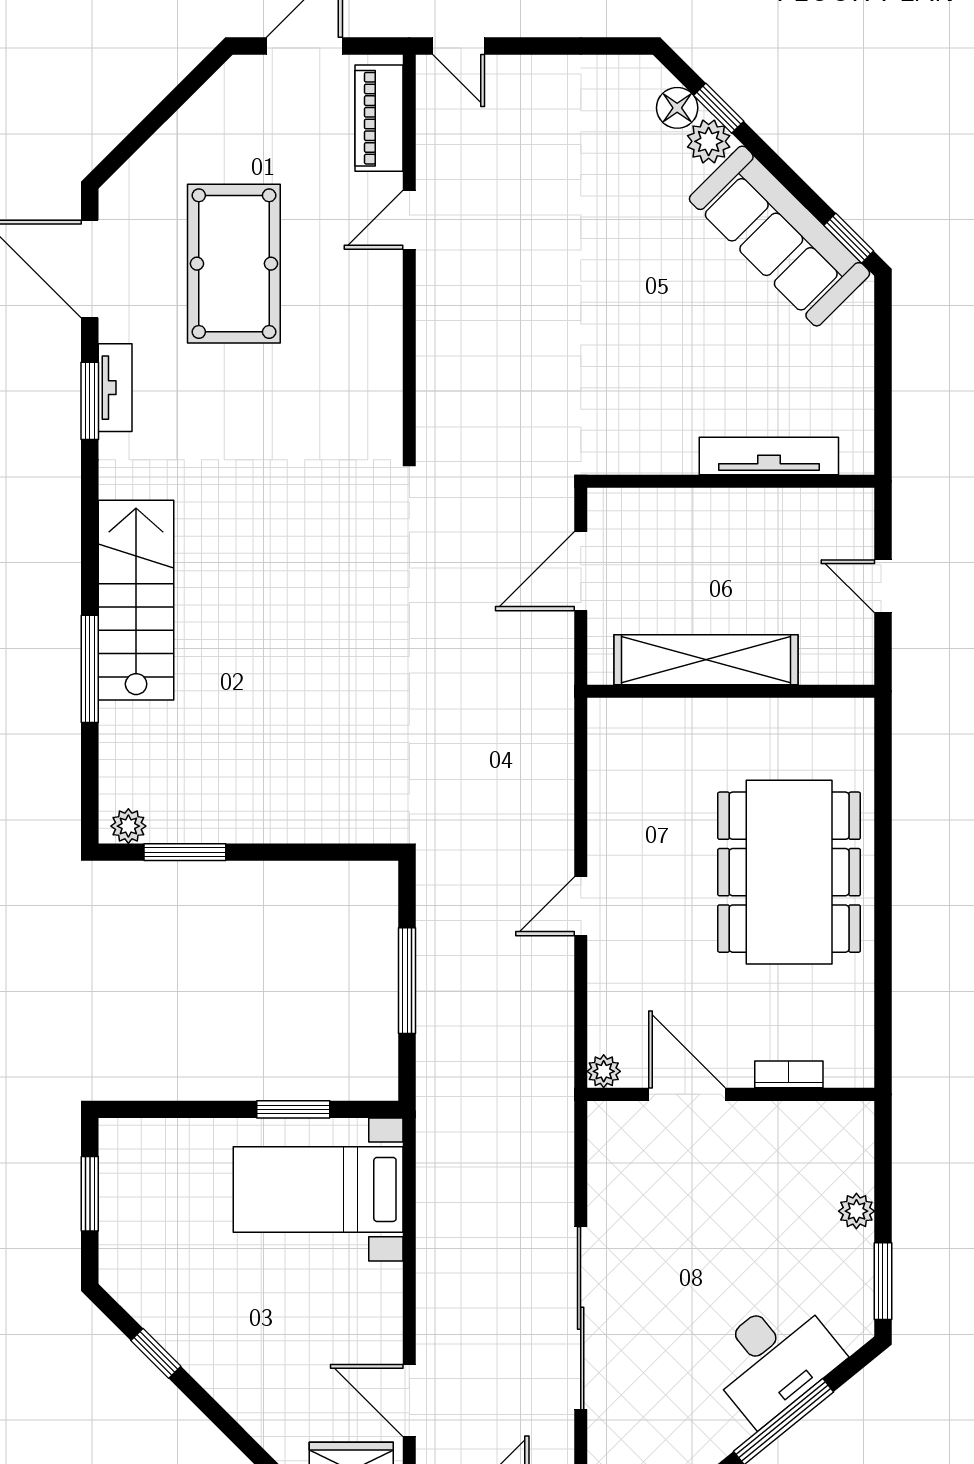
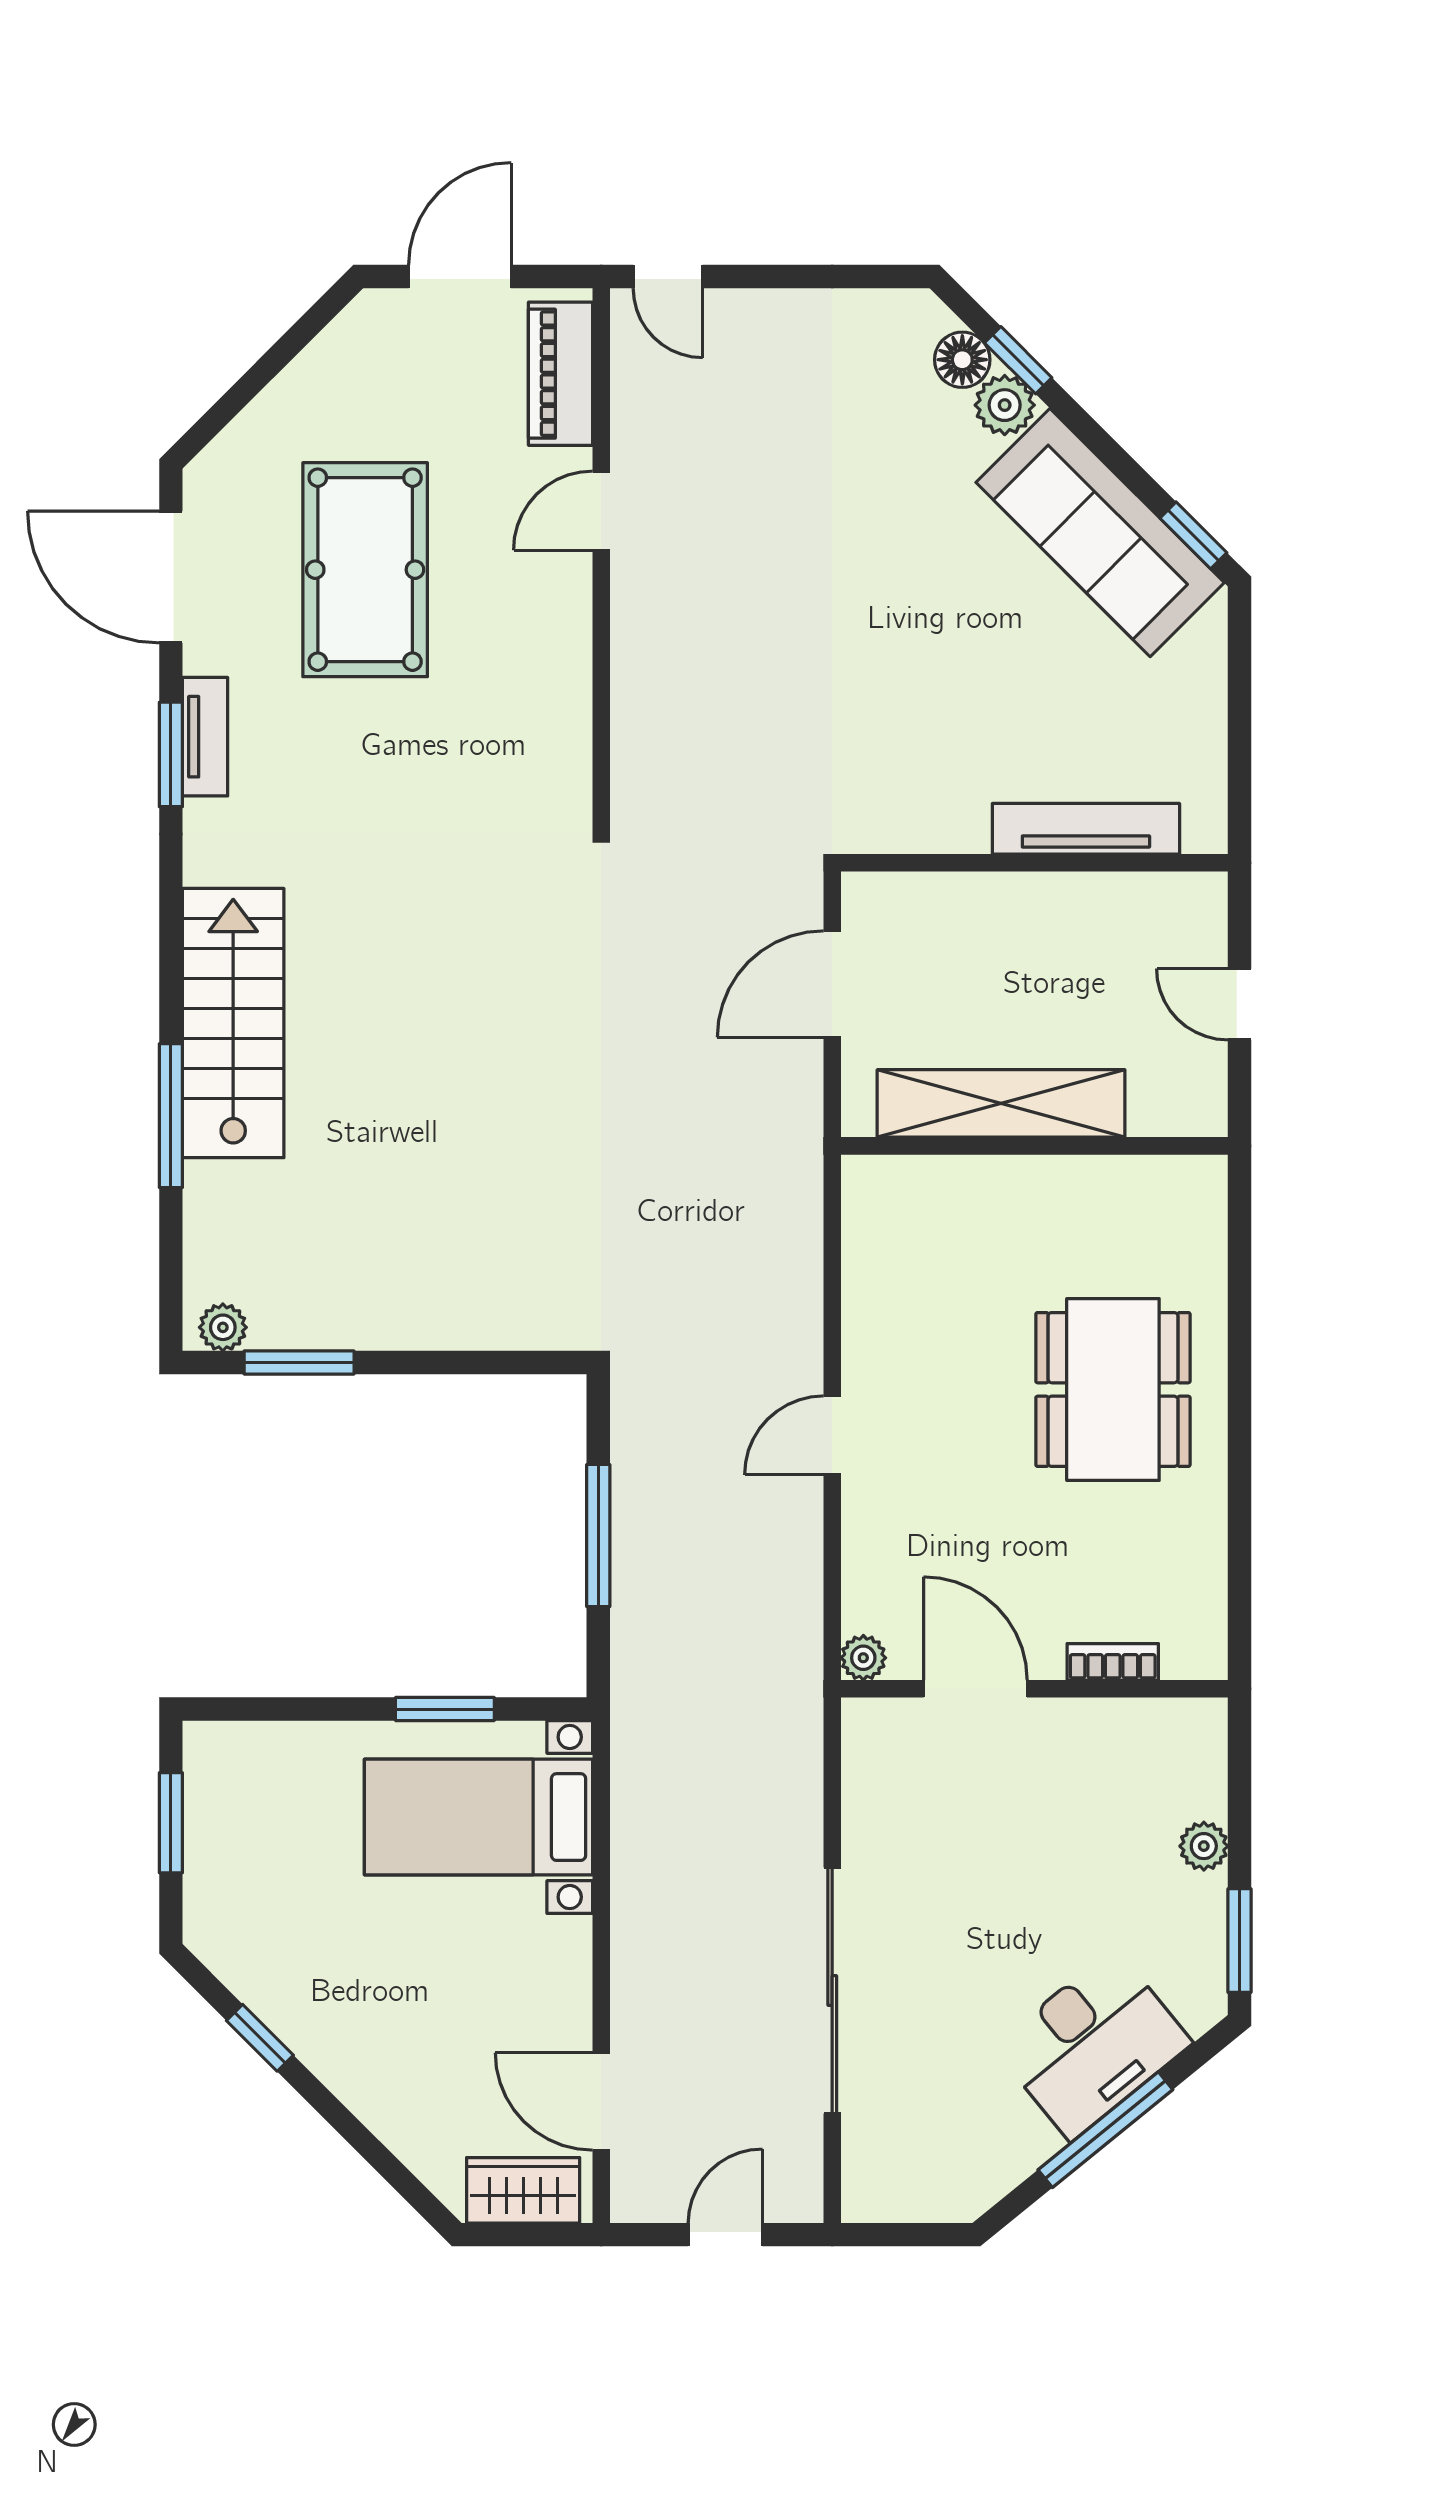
dining table: (789, 872) -> (1113, 1389), width x0.73, depth x0.80

